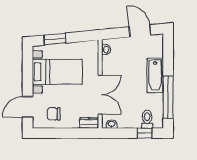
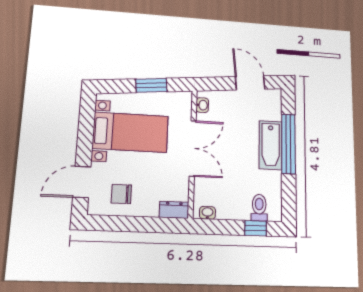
window: (55, 39) -> (151, 85), moved
double door: (100, 95) -> (193, 148), moved
window: (168, 97) -> (288, 144), moved

